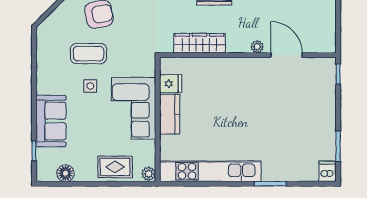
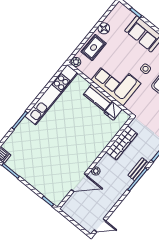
floor lamp: (65, 173) -> (104, 28), moved

